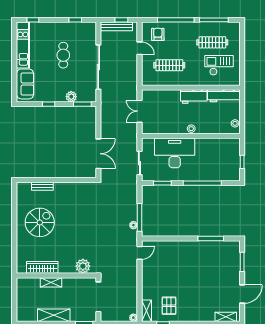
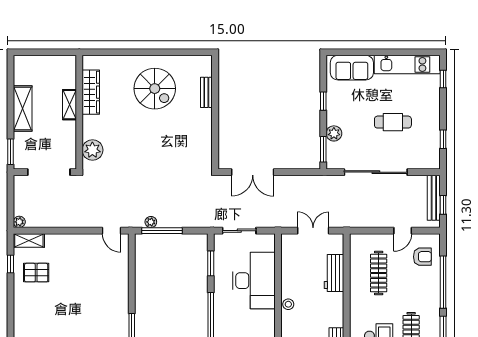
workbench: (194, 96) -> (334, 273), moved

